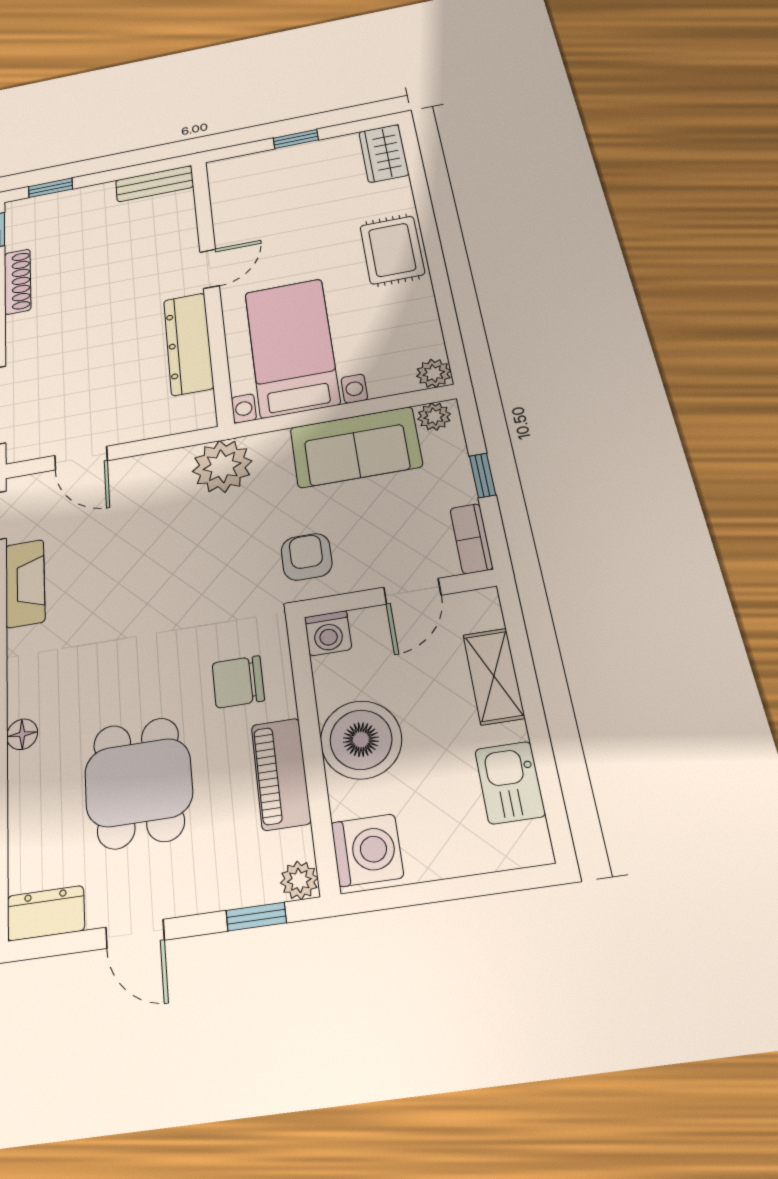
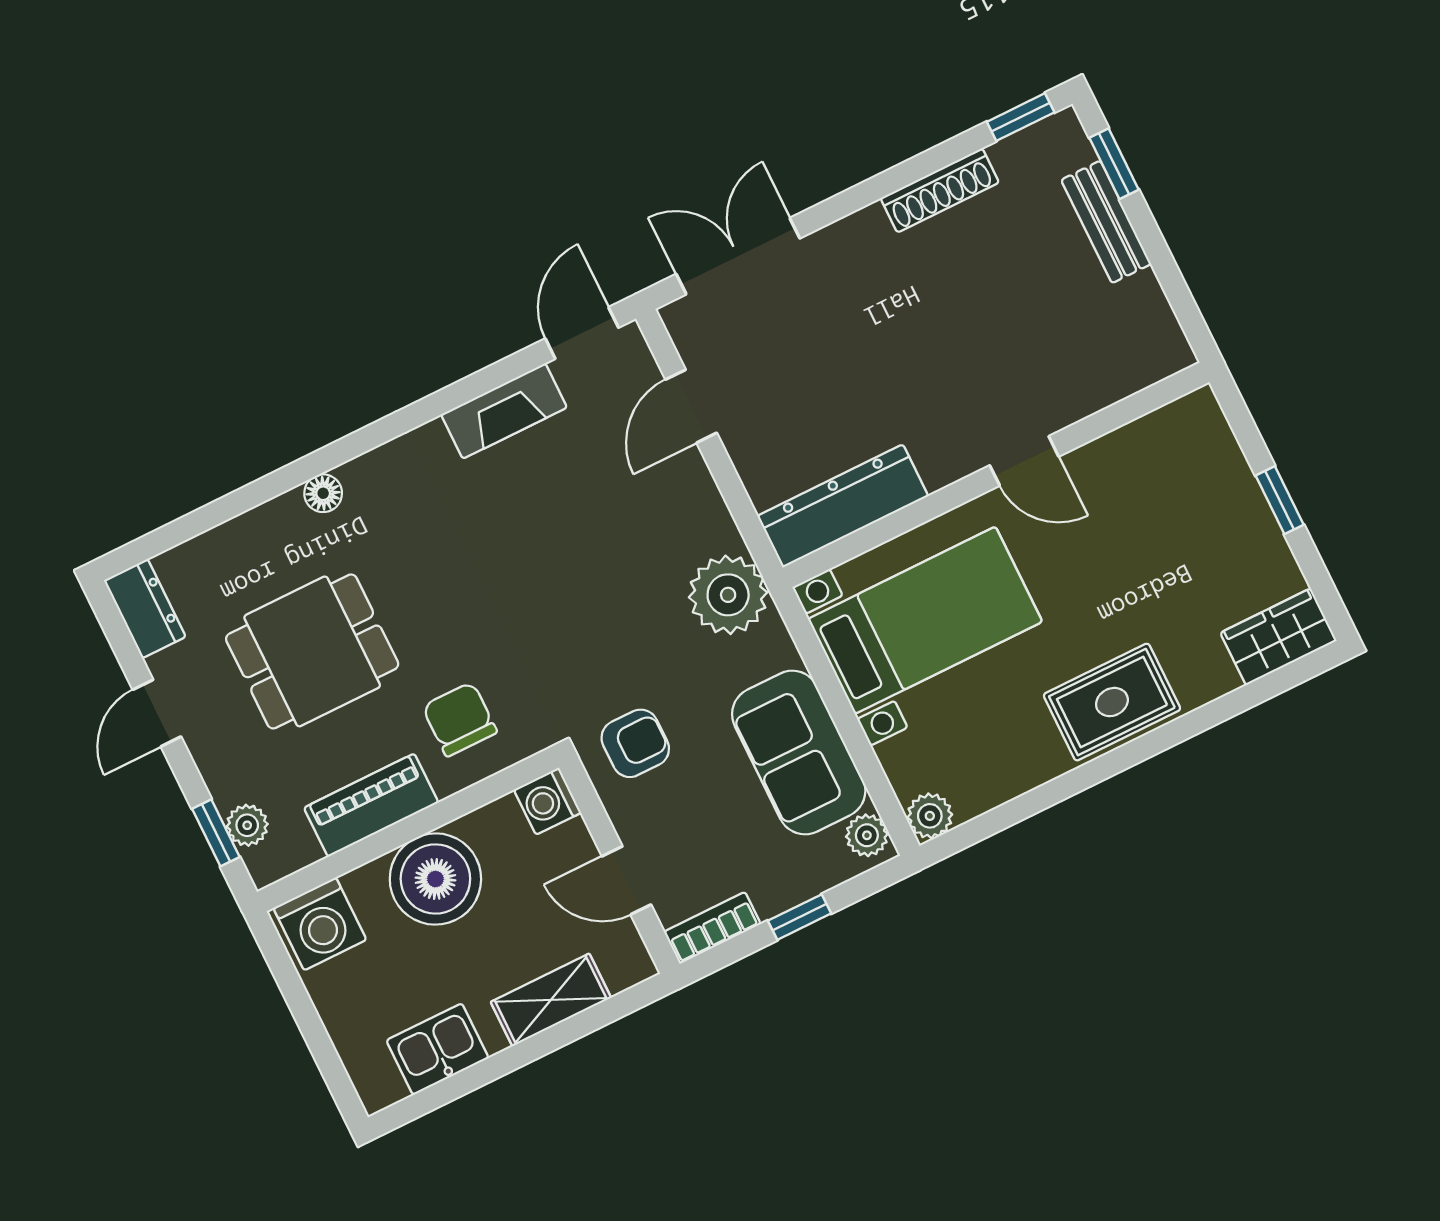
bench: (154, 184) -> (1106, 222), moved
dresser: (188, 344) -> (843, 506), moved
plant: (299, 880) -> (247, 825), moved

